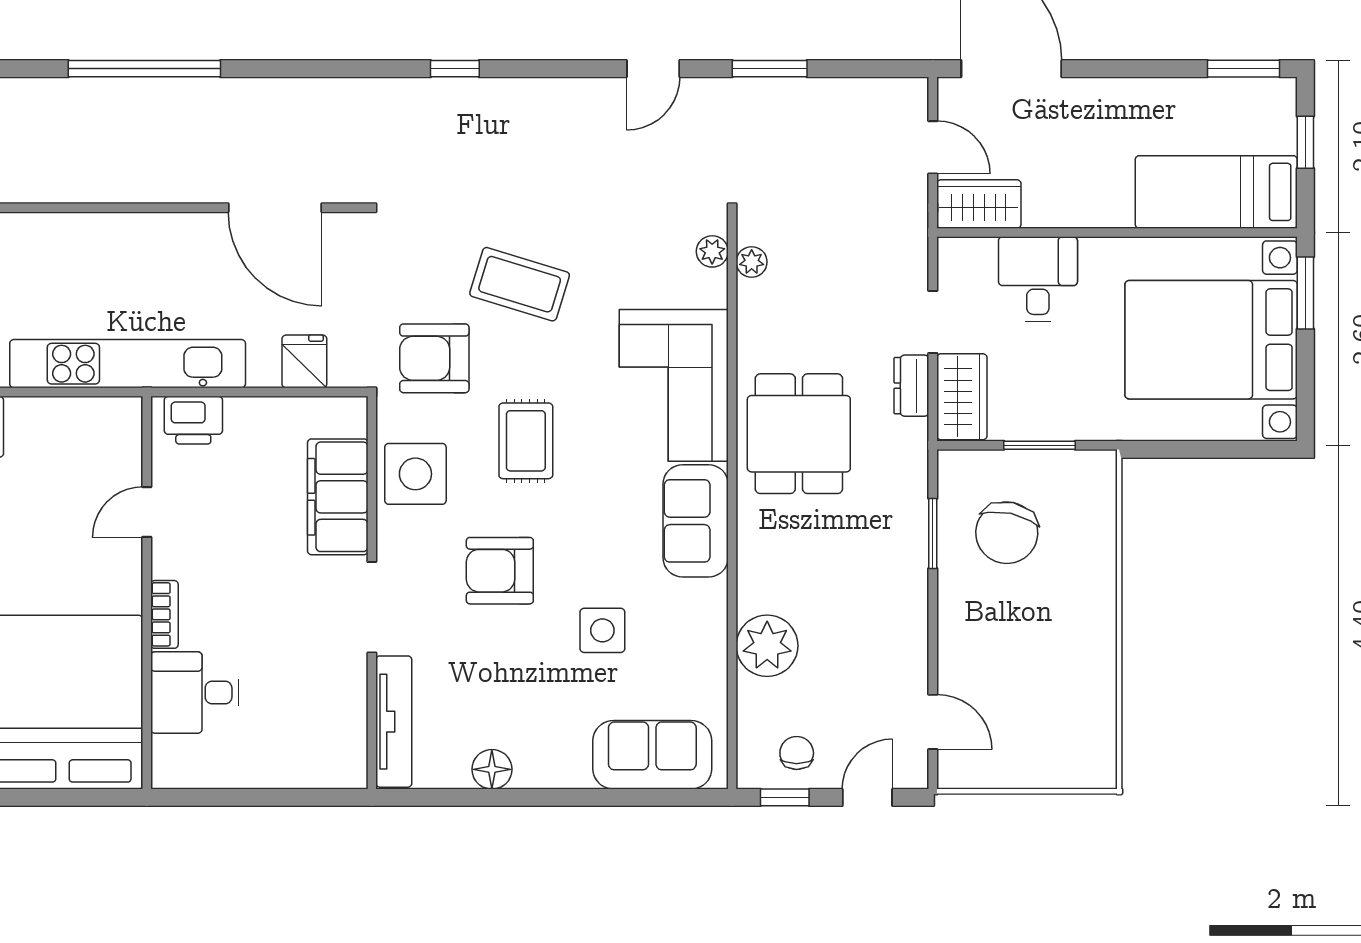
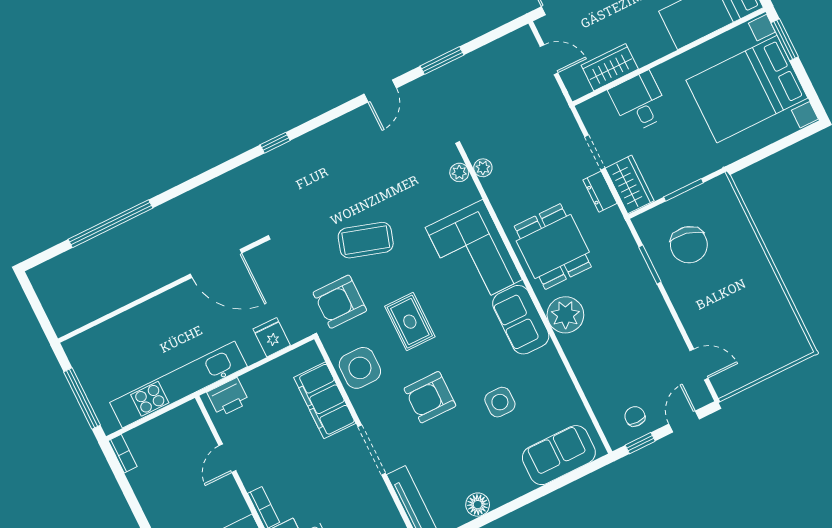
wardrobe: (979, 204) -> (610, 67), moved
plant: (767, 646) -> (565, 315), moved

